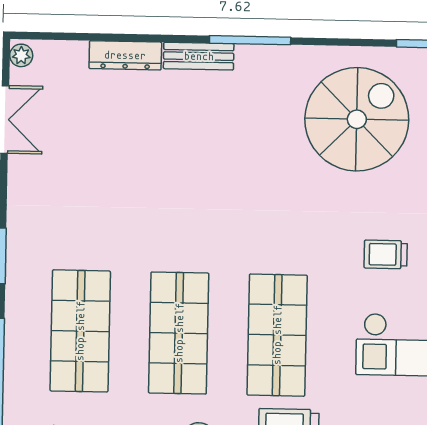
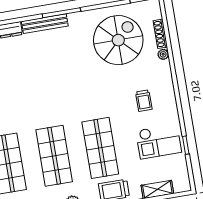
bench: (199, 56) -> (45, 24), width x1.36
trolley: (386, 254) -> (144, 101), turned -90

